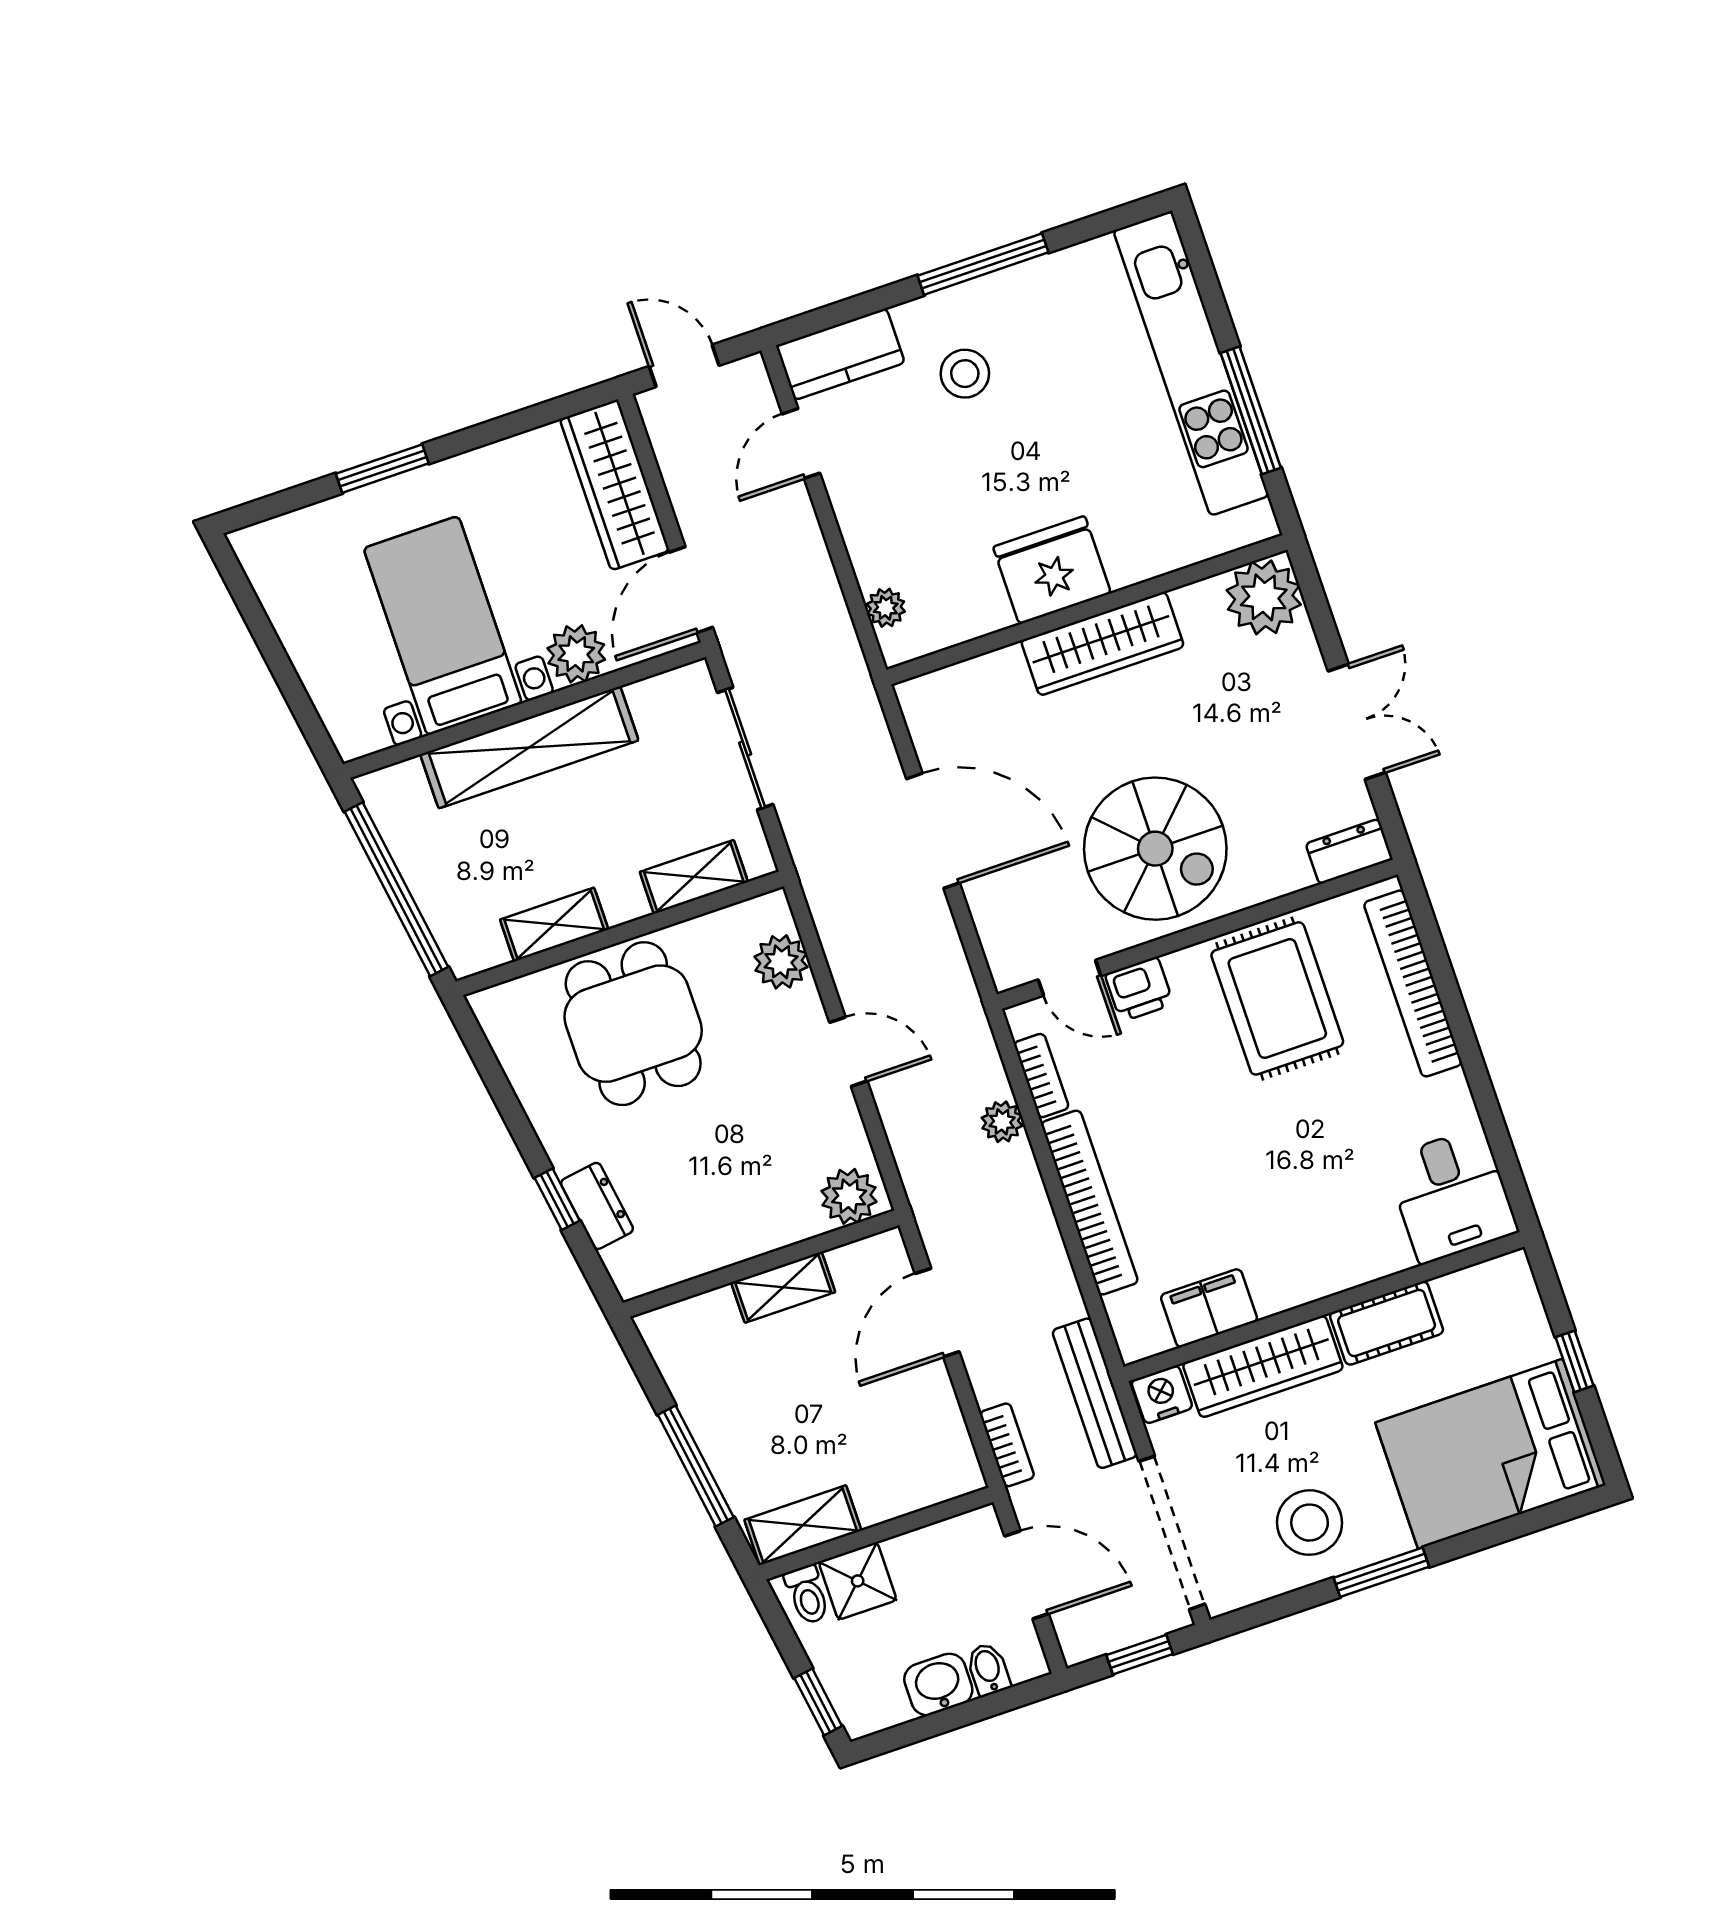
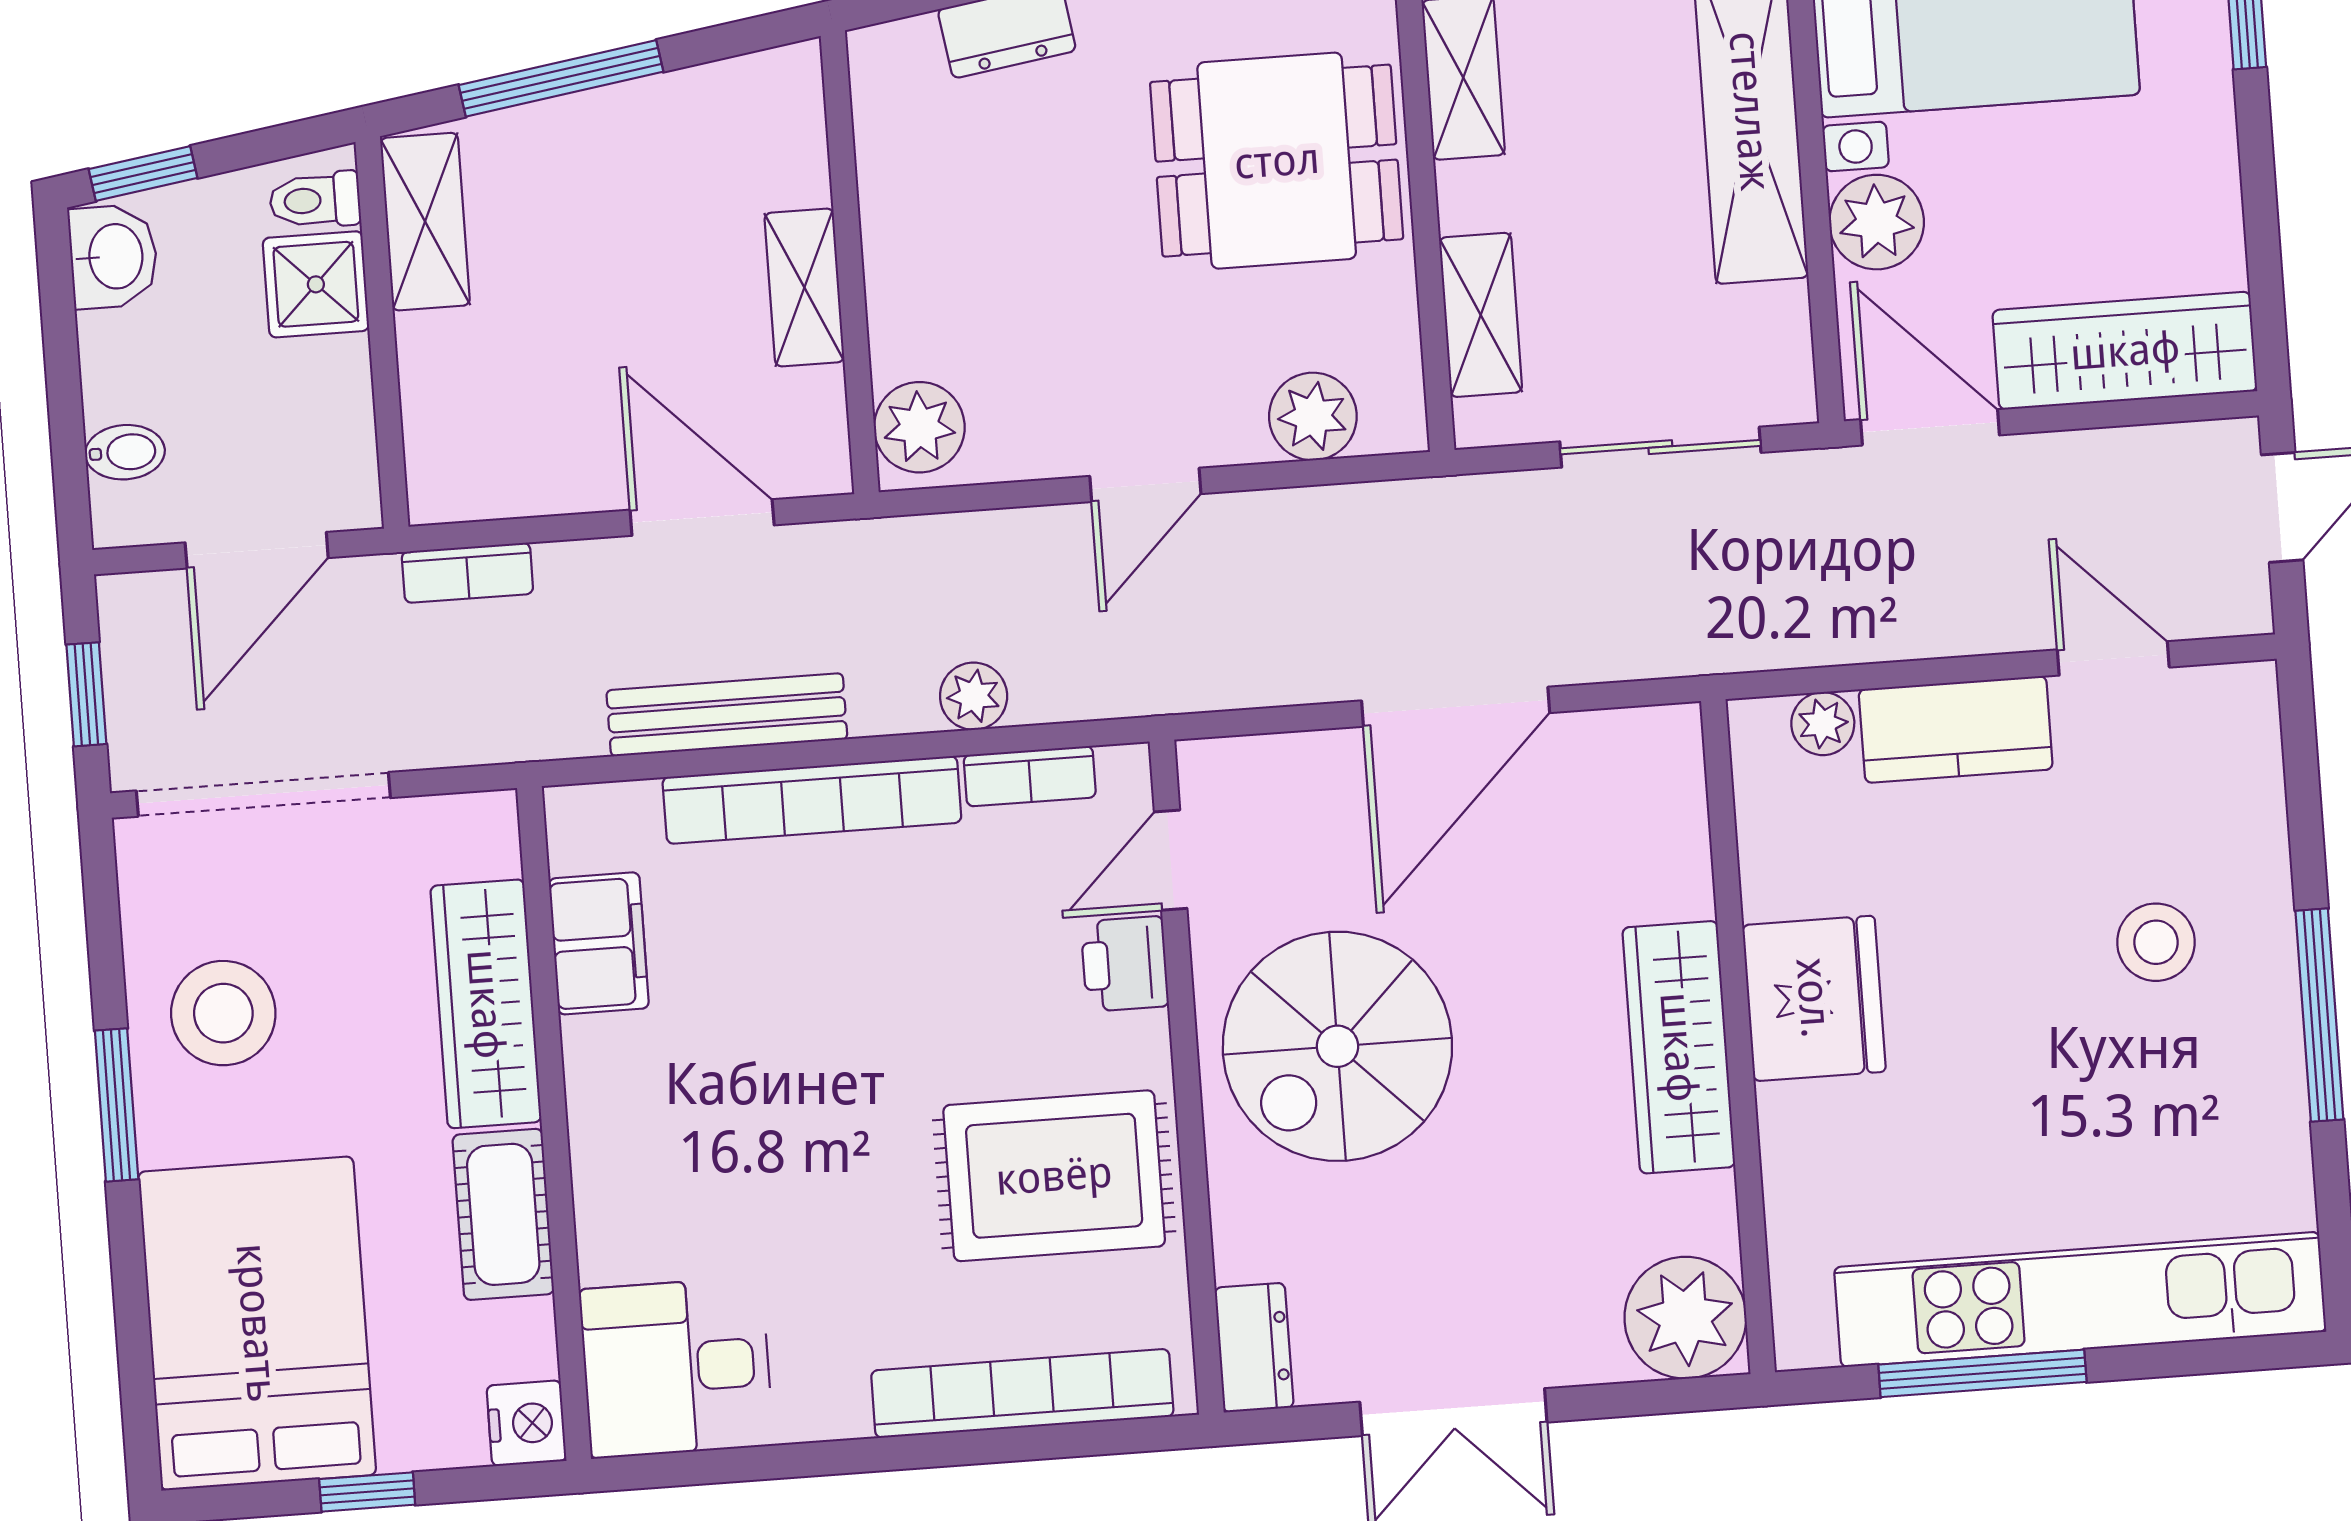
kitchen counter: (840, 354) -> (1956, 729), moved, turned -90
bench: (1095, 1393) -> (727, 715), moved
nightstand: (1162, 1394) -> (526, 1423), moved
washbasin: (938, 1684) -> (113, 256), moved

